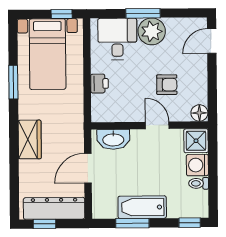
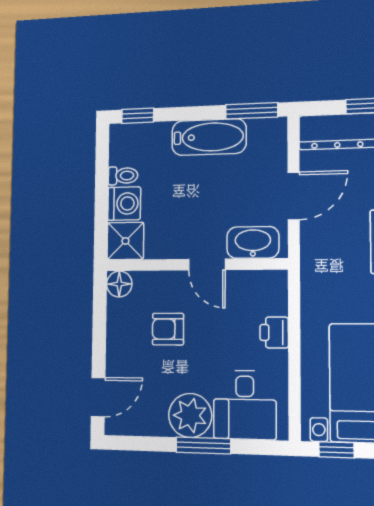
door: (157, 125) -> (207, 265), moved
window: (132, 223) -> (252, 111), moved

